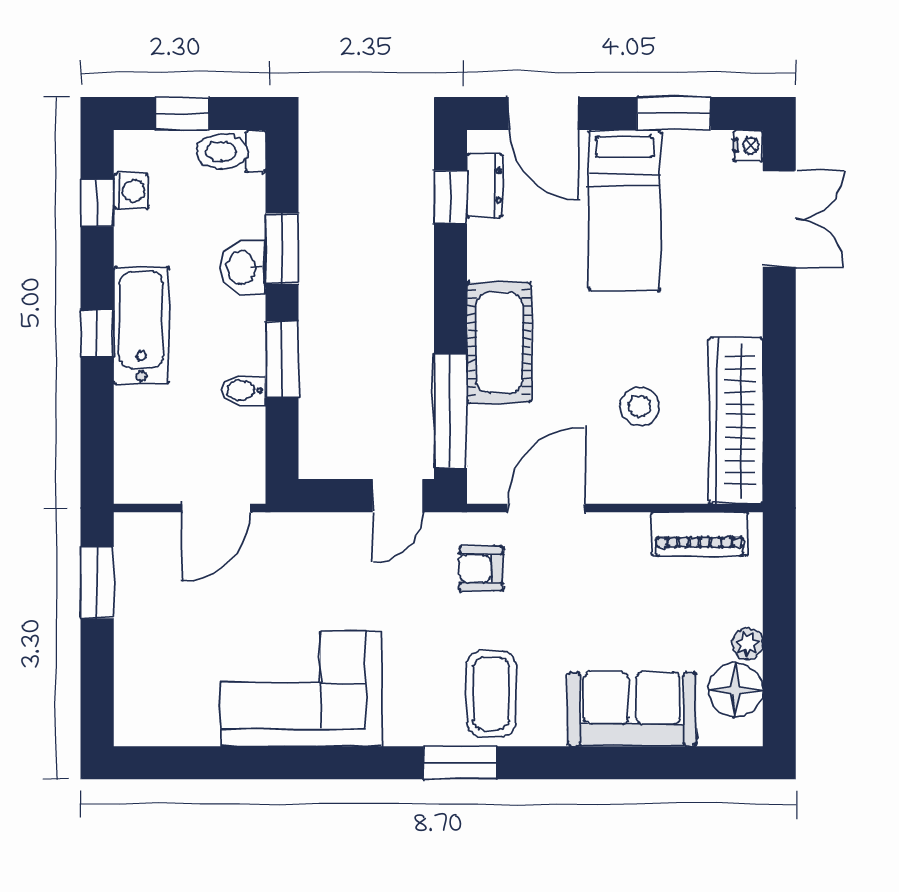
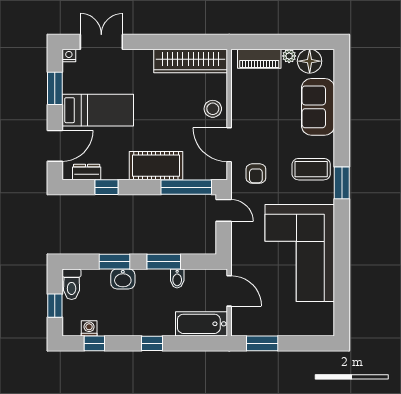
window: (450, 197) -> (106, 187), moved
bathtub: (141, 326) -> (201, 324), moved
stool: (640, 406) -> (213, 109), moved
piano: (699, 534) -> (259, 59), moved, turned 90
corner sofa: (301, 689) -> (300, 253), width x1.36, depth x1.36

